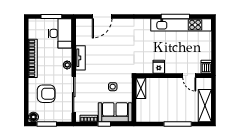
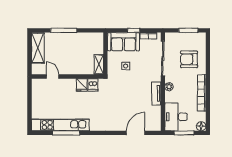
dishwasher: (206, 67) -> (93, 85), moved
floor lamp: (33, 117) -> (201, 126), moved

